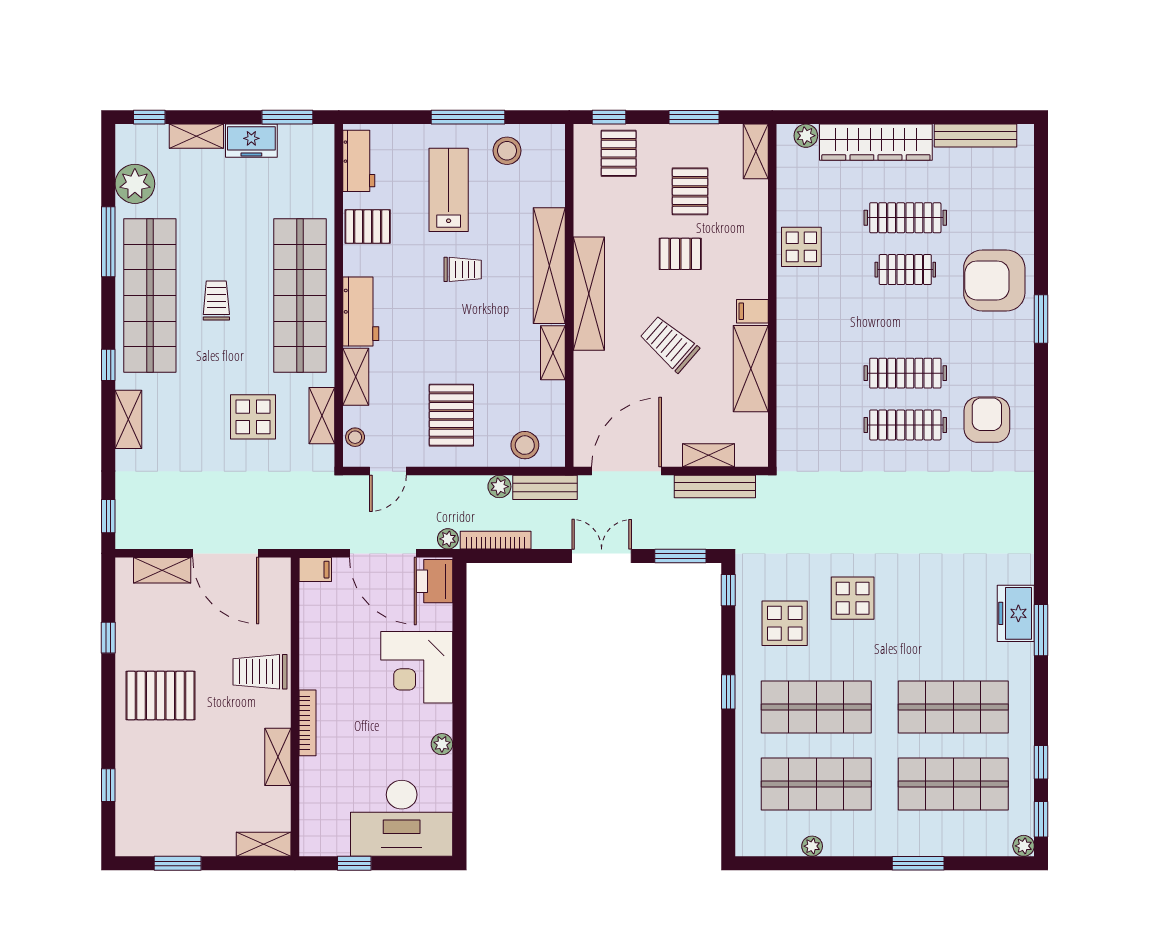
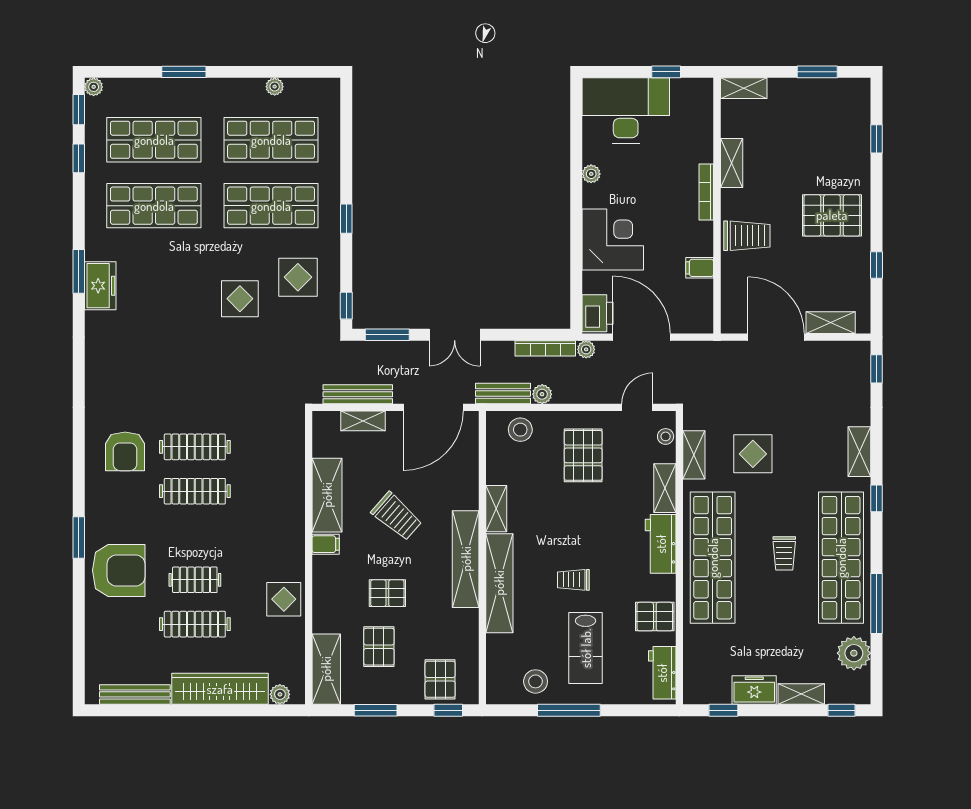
window: (287, 117) -> (723, 710), width x0.67
shelving: (756, 151) -> (326, 669), width x1.50, depth x1.33
filing cabinet: (315, 570) -> (700, 268), moved

